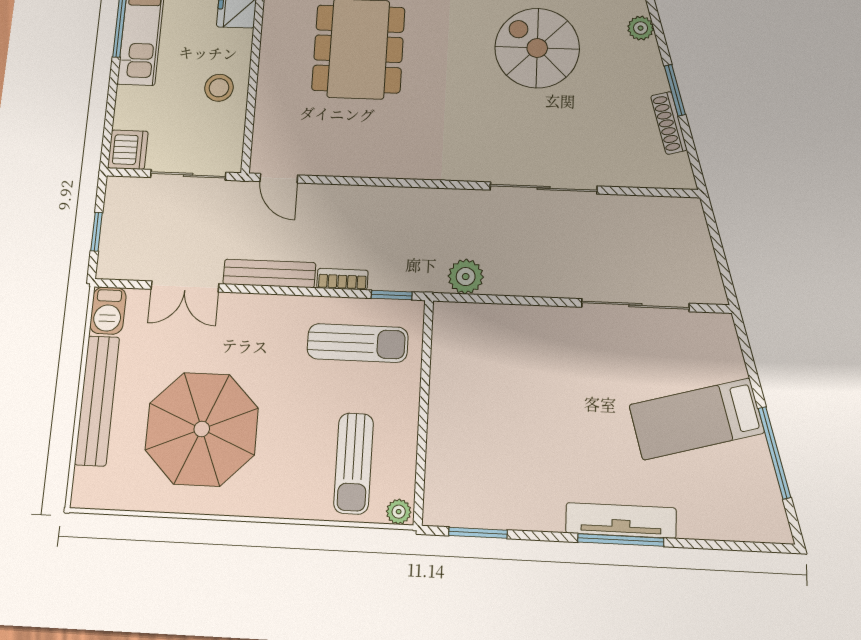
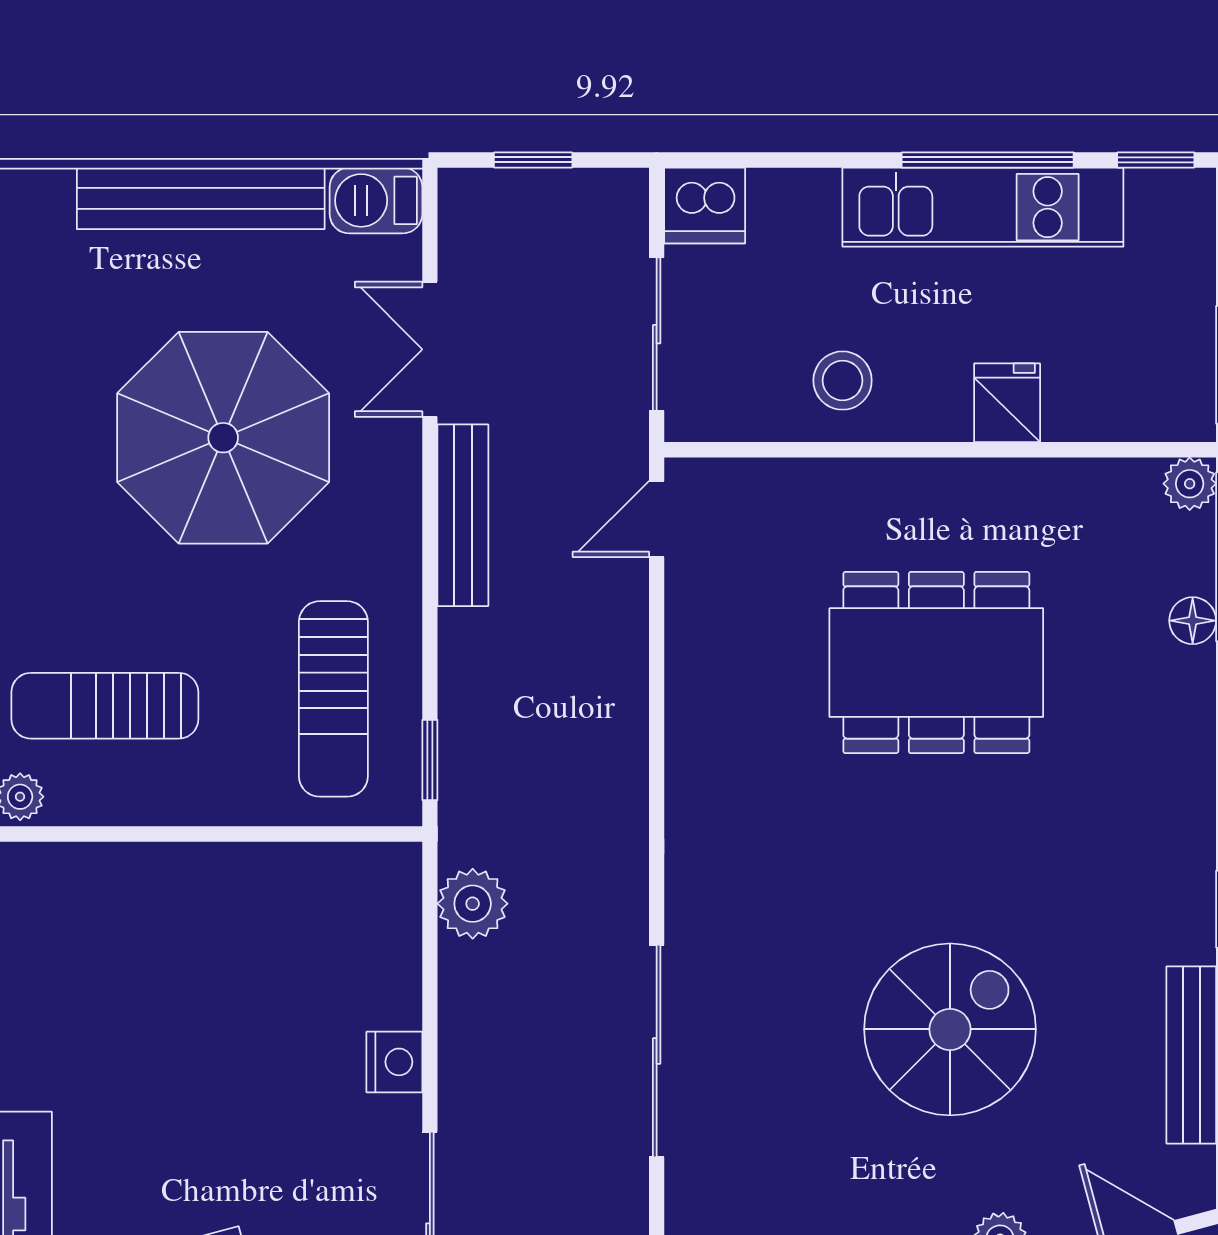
bookcase: (342, 279) -> (457, 661), removed
nightstand: (545, 320) -> (394, 1062), added
parasol: (202, 429) -> (223, 438), moved

